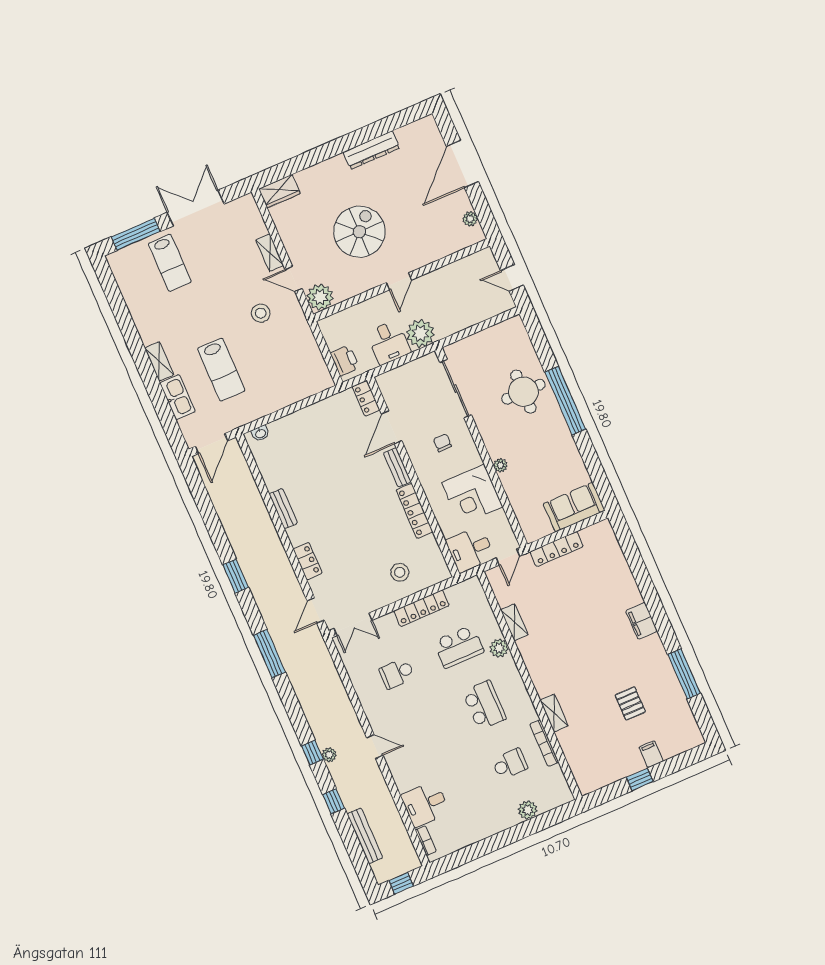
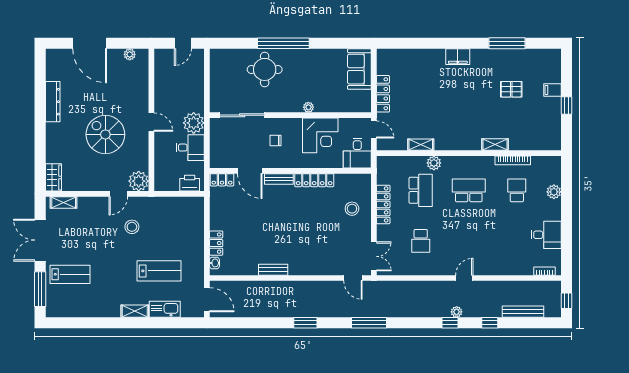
shelving: (270, 253) -> (64, 202), moved
locker: (308, 561) -> (216, 243), moved, turned 90
desk: (425, 804) -> (546, 235), moved, turned -90

